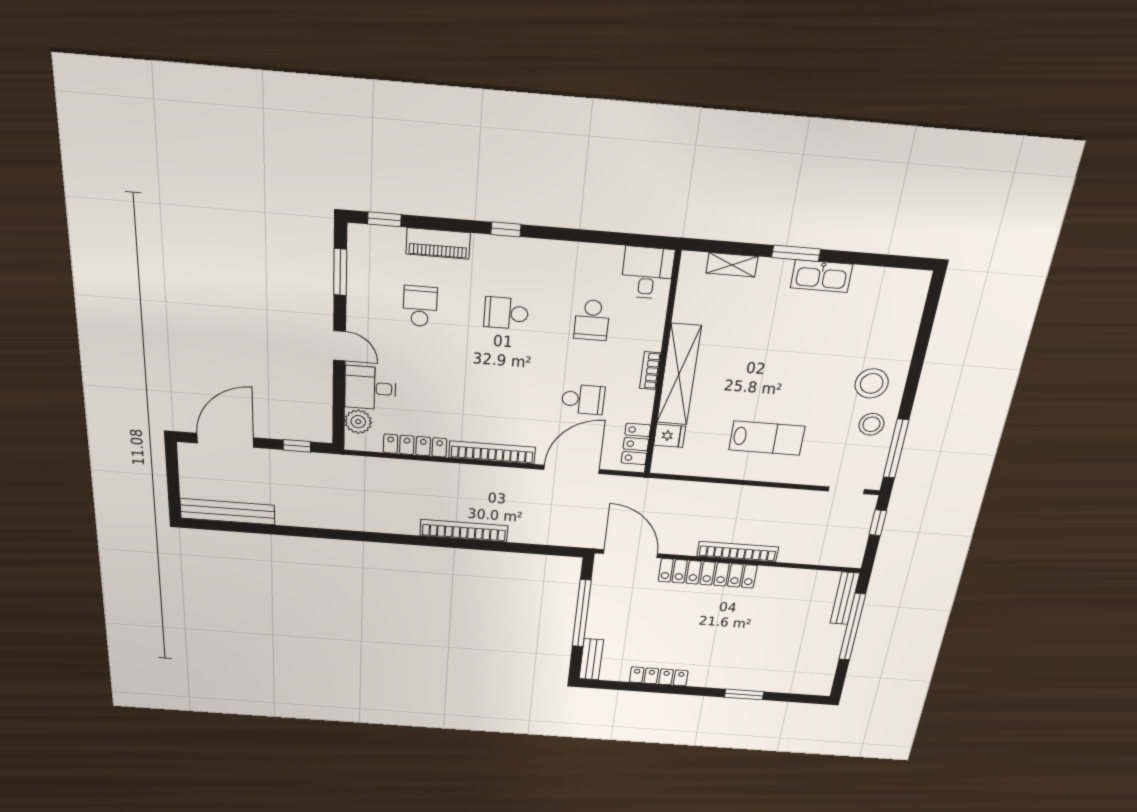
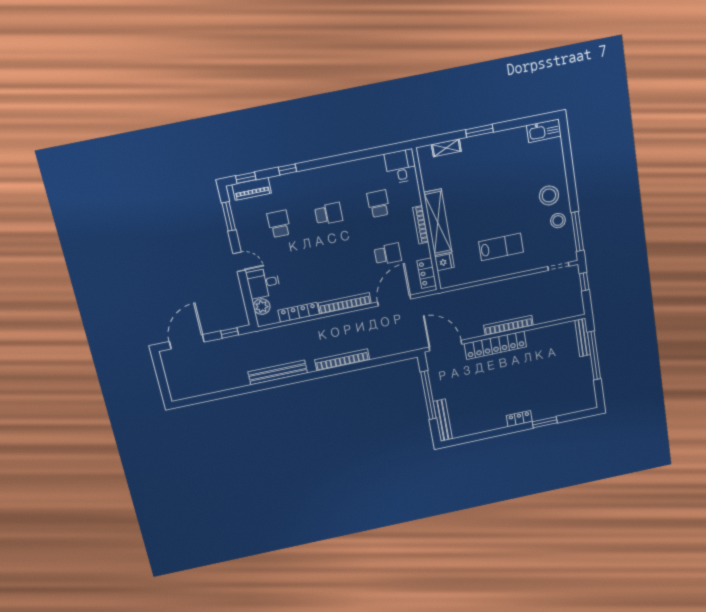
window: (506, 229) -> (287, 169), moved
piano: (438, 244) -> (252, 189), moved
kitchen sink: (821, 276) -> (544, 131), moved
school desk: (506, 313) -> (329, 214), turned 180
school desk: (592, 320) -> (378, 204), turned 180
bookcase: (650, 371) -> (421, 225), width x1.56
bench: (227, 512) -> (278, 372), moved
bench: (591, 659) -> (443, 420), width x1.36
locker: (659, 676) -> (519, 419), moved, width x0.66

